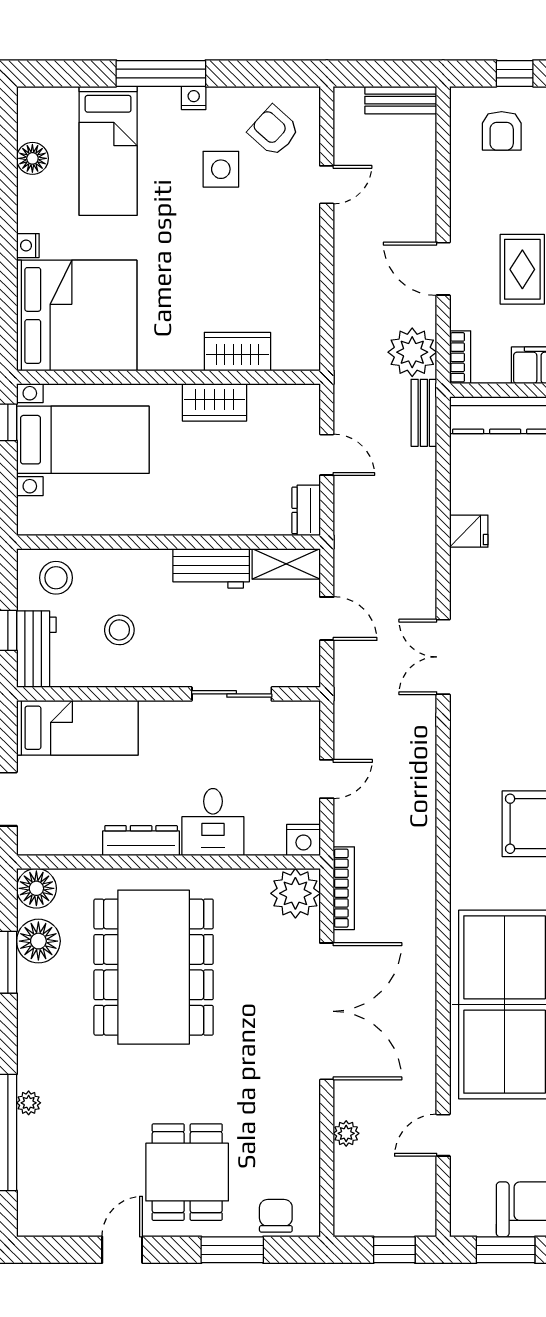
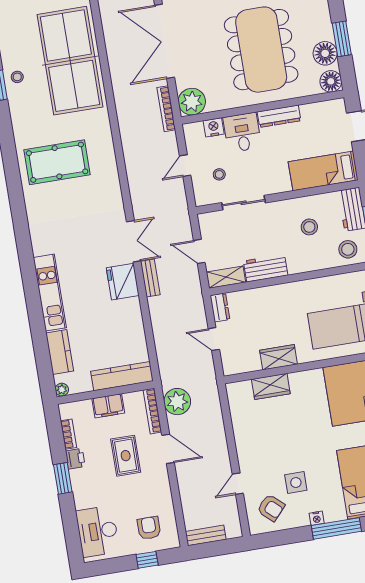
bookcase: (460, 357) -> (152, 411), width x1.56
bench: (424, 413) -> (150, 278), moved
fridge: (469, 531) -> (123, 282), moved, width x1.88, depth x1.34
stool: (267, 753) -> (219, 174), added
nightstand: (303, 840) -> (214, 127), moved

